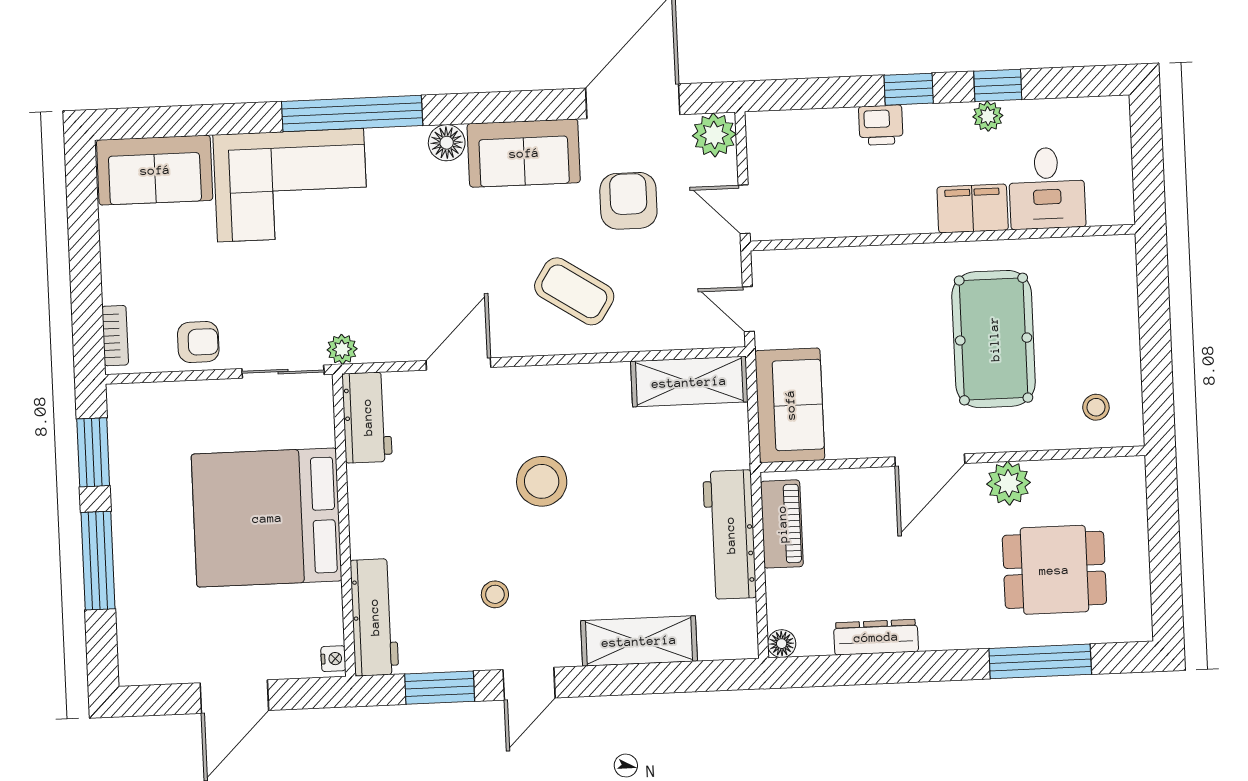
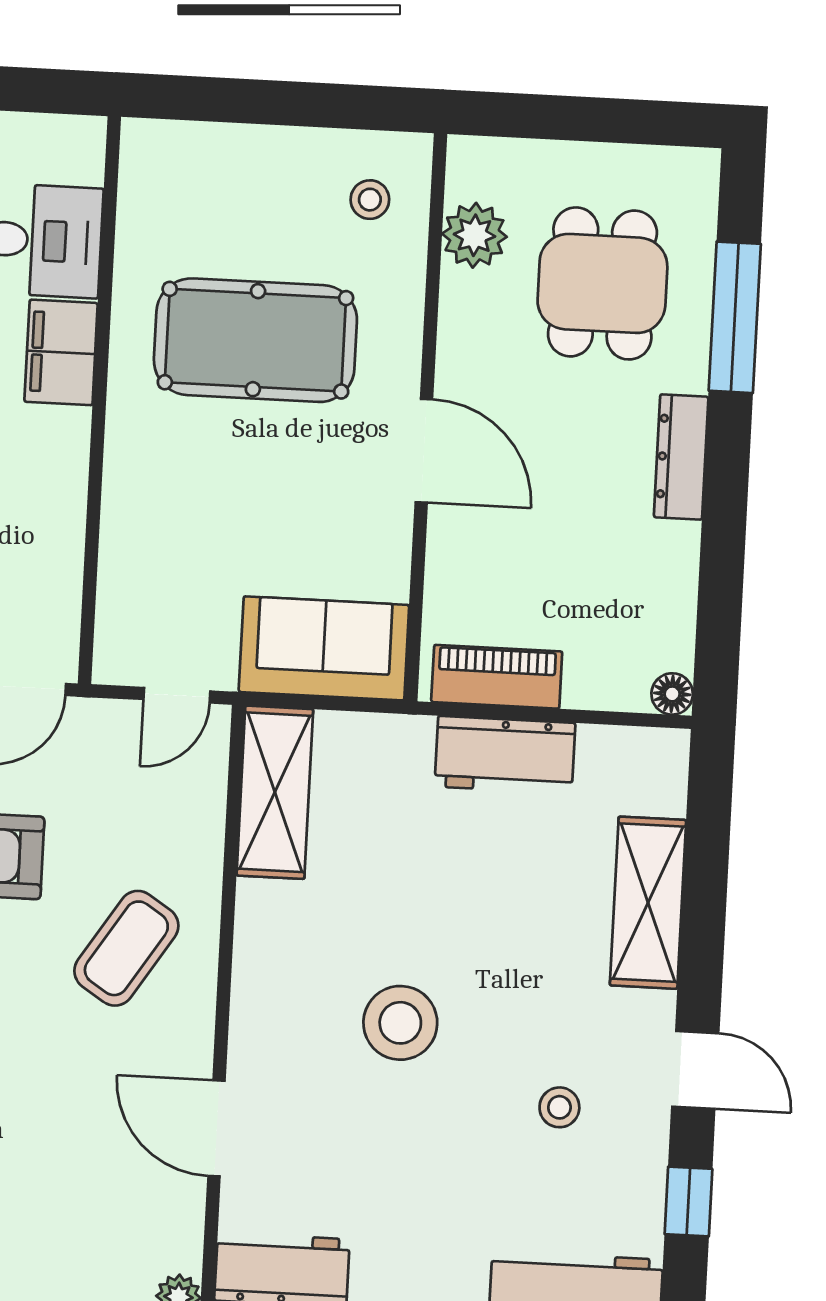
plant: (1009, 483) -> (474, 235), moved
workbench: (730, 535) -> (505, 755), width x0.73
dresser: (876, 637) -> (681, 457), moved
window: (440, 688) -> (688, 1202), width x0.67

